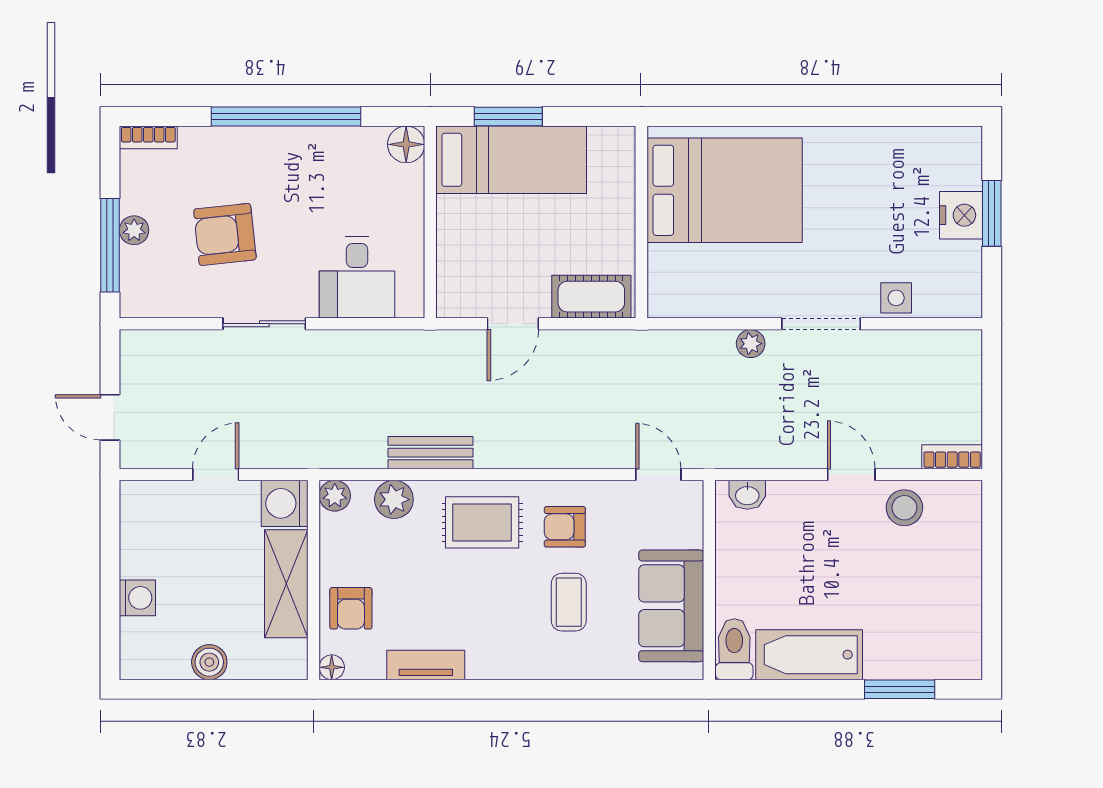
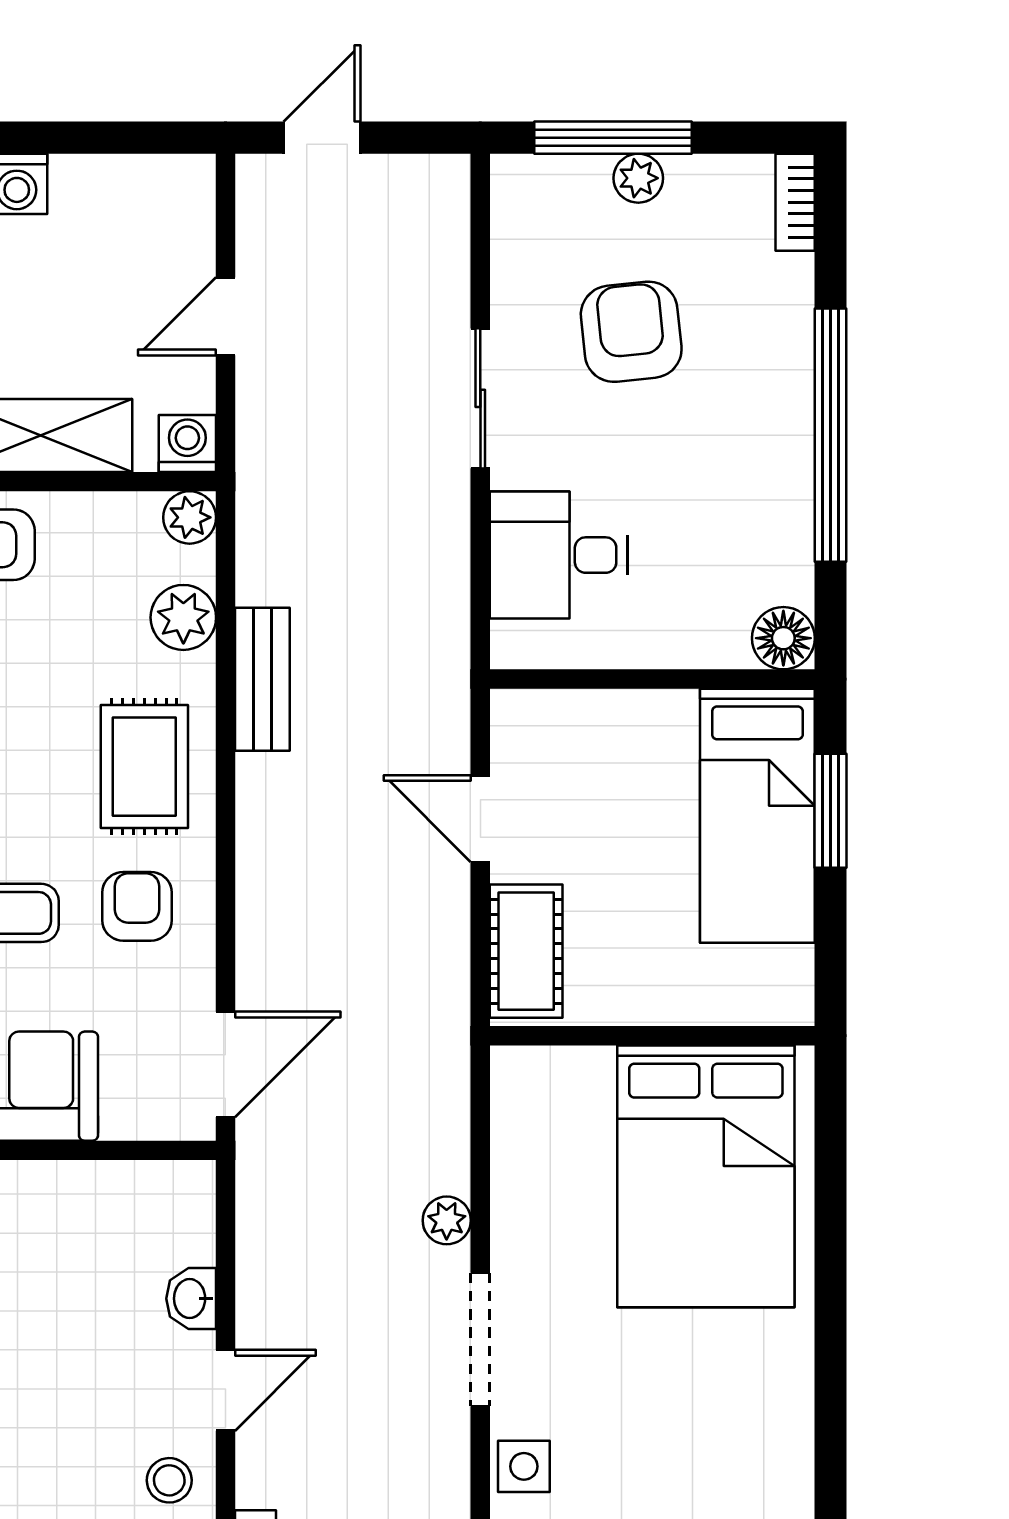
door: (216, 474) -> (225, 316), swing flipped
door: (658, 474) -> (225, 1064), width x1.38
washbasin: (747, 495) -> (191, 1299), moved
washing machine: (285, 503) -> (187, 443), width x0.73, depth x0.73
stool: (904, 508) -> (169, 1480), width x0.73, depth x0.73

